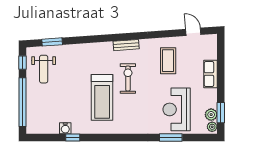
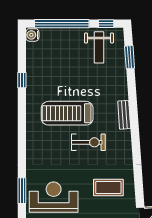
bench: (126, 45) -> (124, 115), moved
weight bench: (44, 69) -> (99, 47), turned -90
water cooler: (65, 128) -> (32, 35), moved

